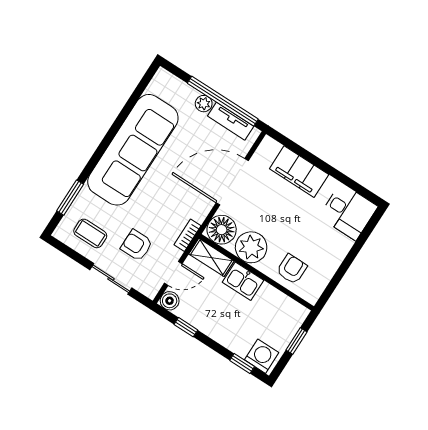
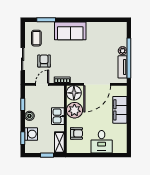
sofa: (133, 150) -> (70, 31), width x0.54, depth x0.79
door: (232, 182) -> (97, 84), swing flipped
desk: (348, 212) -> (102, 142), moved
shelving: (211, 257) -> (59, 142), moved
door: (173, 273) -> (42, 84), swing flipped
boiler: (170, 301) -> (29, 116), moved
washing machine: (262, 356) -> (31, 134), moved

